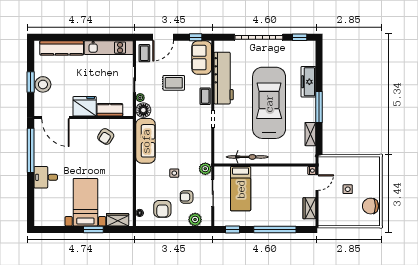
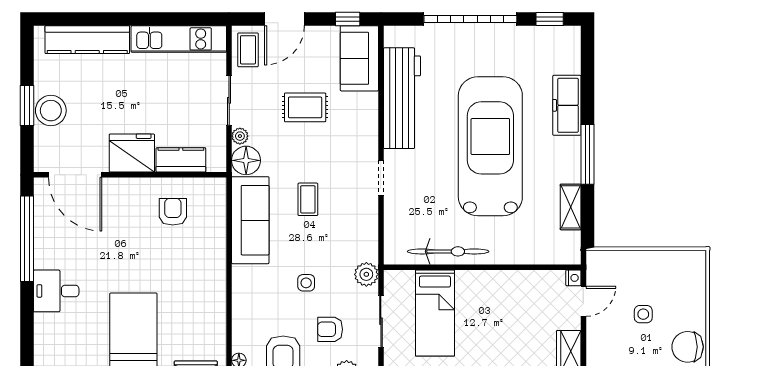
coffee table: (205, 96) -> (308, 199), moved
armchair: (106, 137) -> (173, 212), turned 147

